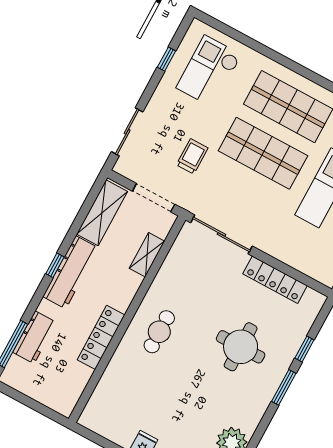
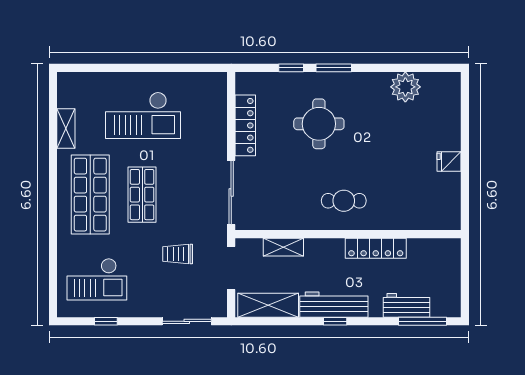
shop shelf: (263, 153) -> (142, 195), width x0.70, depth x0.74

